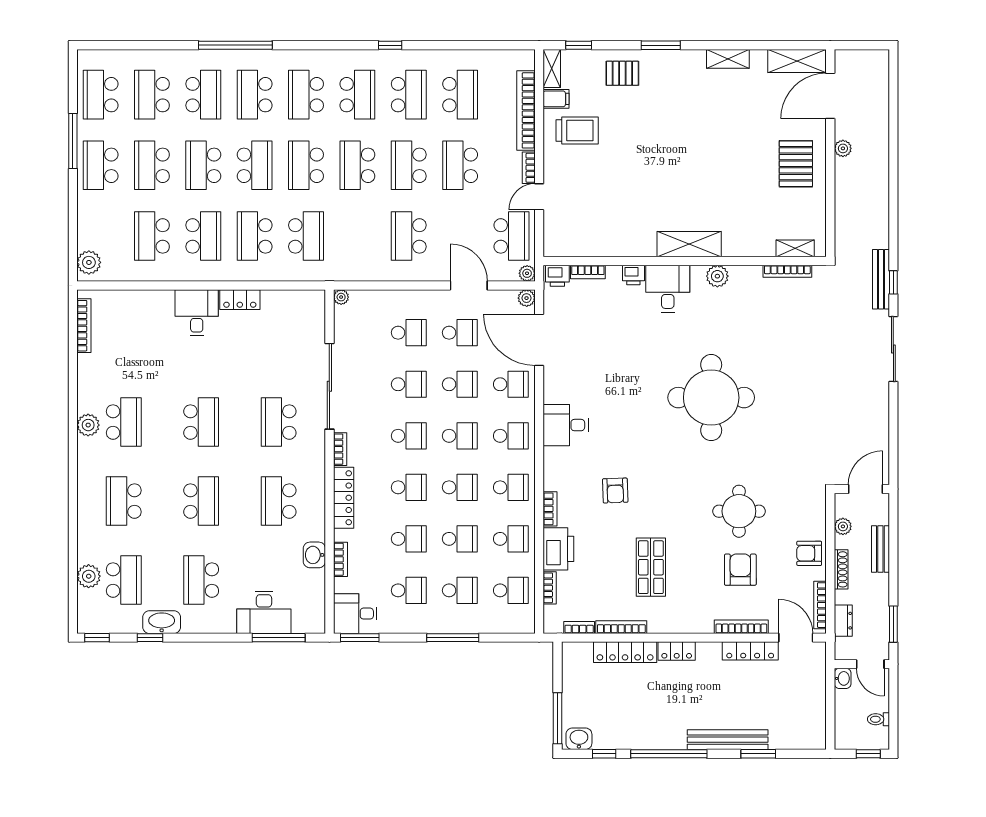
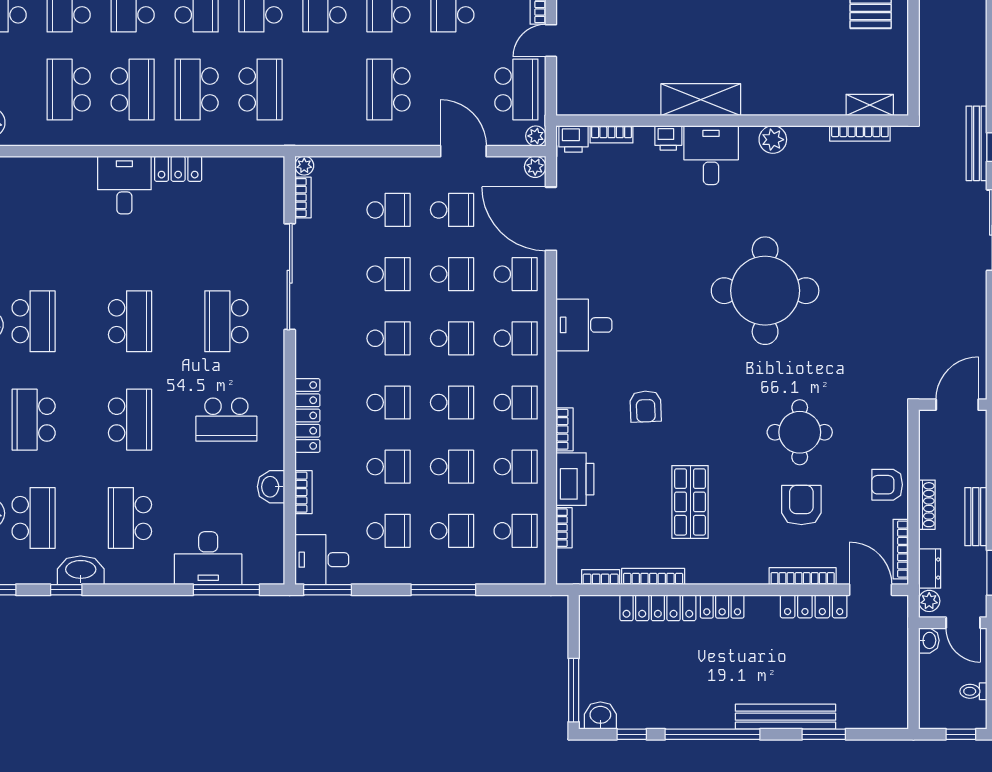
shelving: (689, 244) -> (701, 100), moved
bookcase: (340, 449) -> (303, 198), moved
school desk: (279, 501) -> (226, 420), turned -90
plant: (843, 526) -> (929, 601), moved
bench: (880, 549) -> (976, 517), moved

